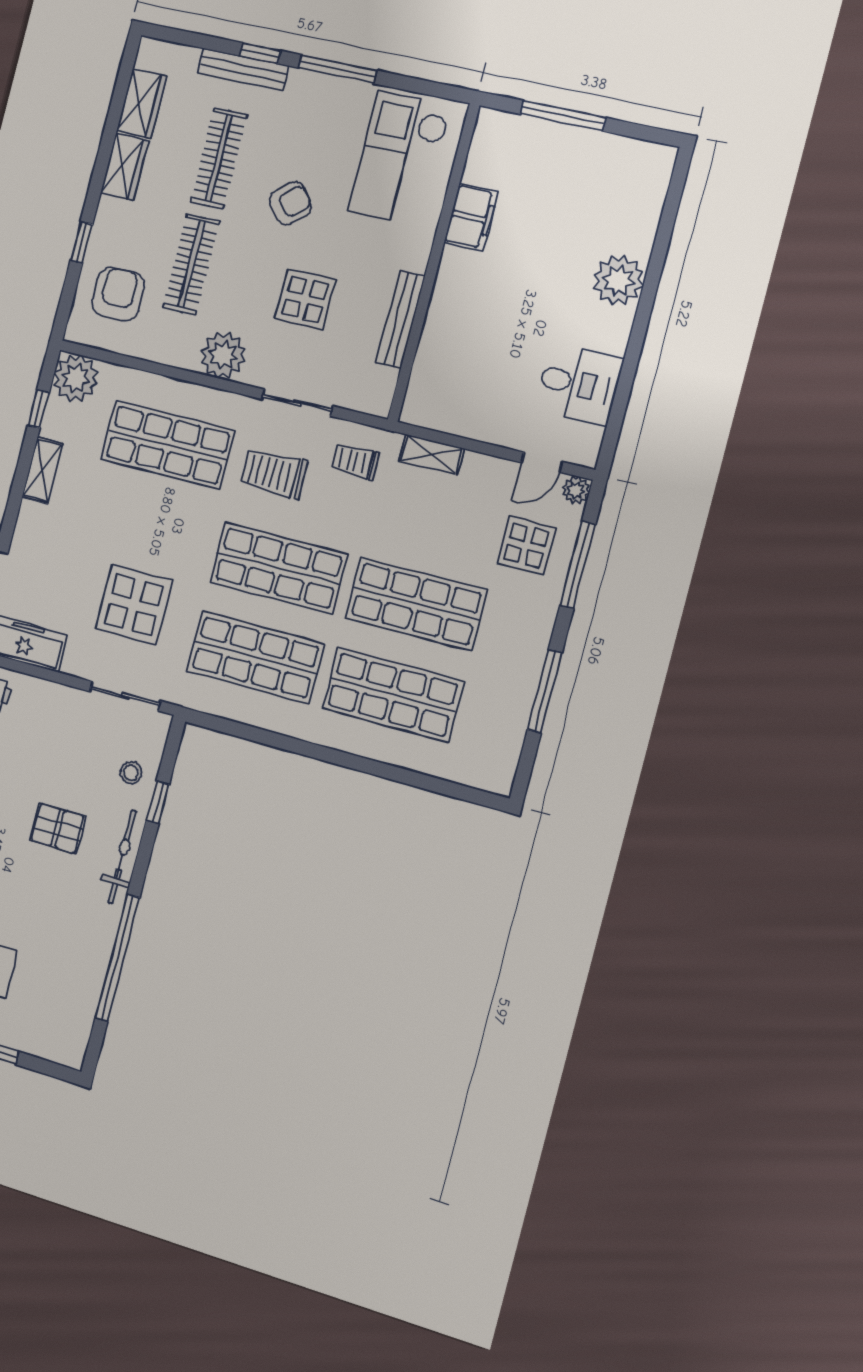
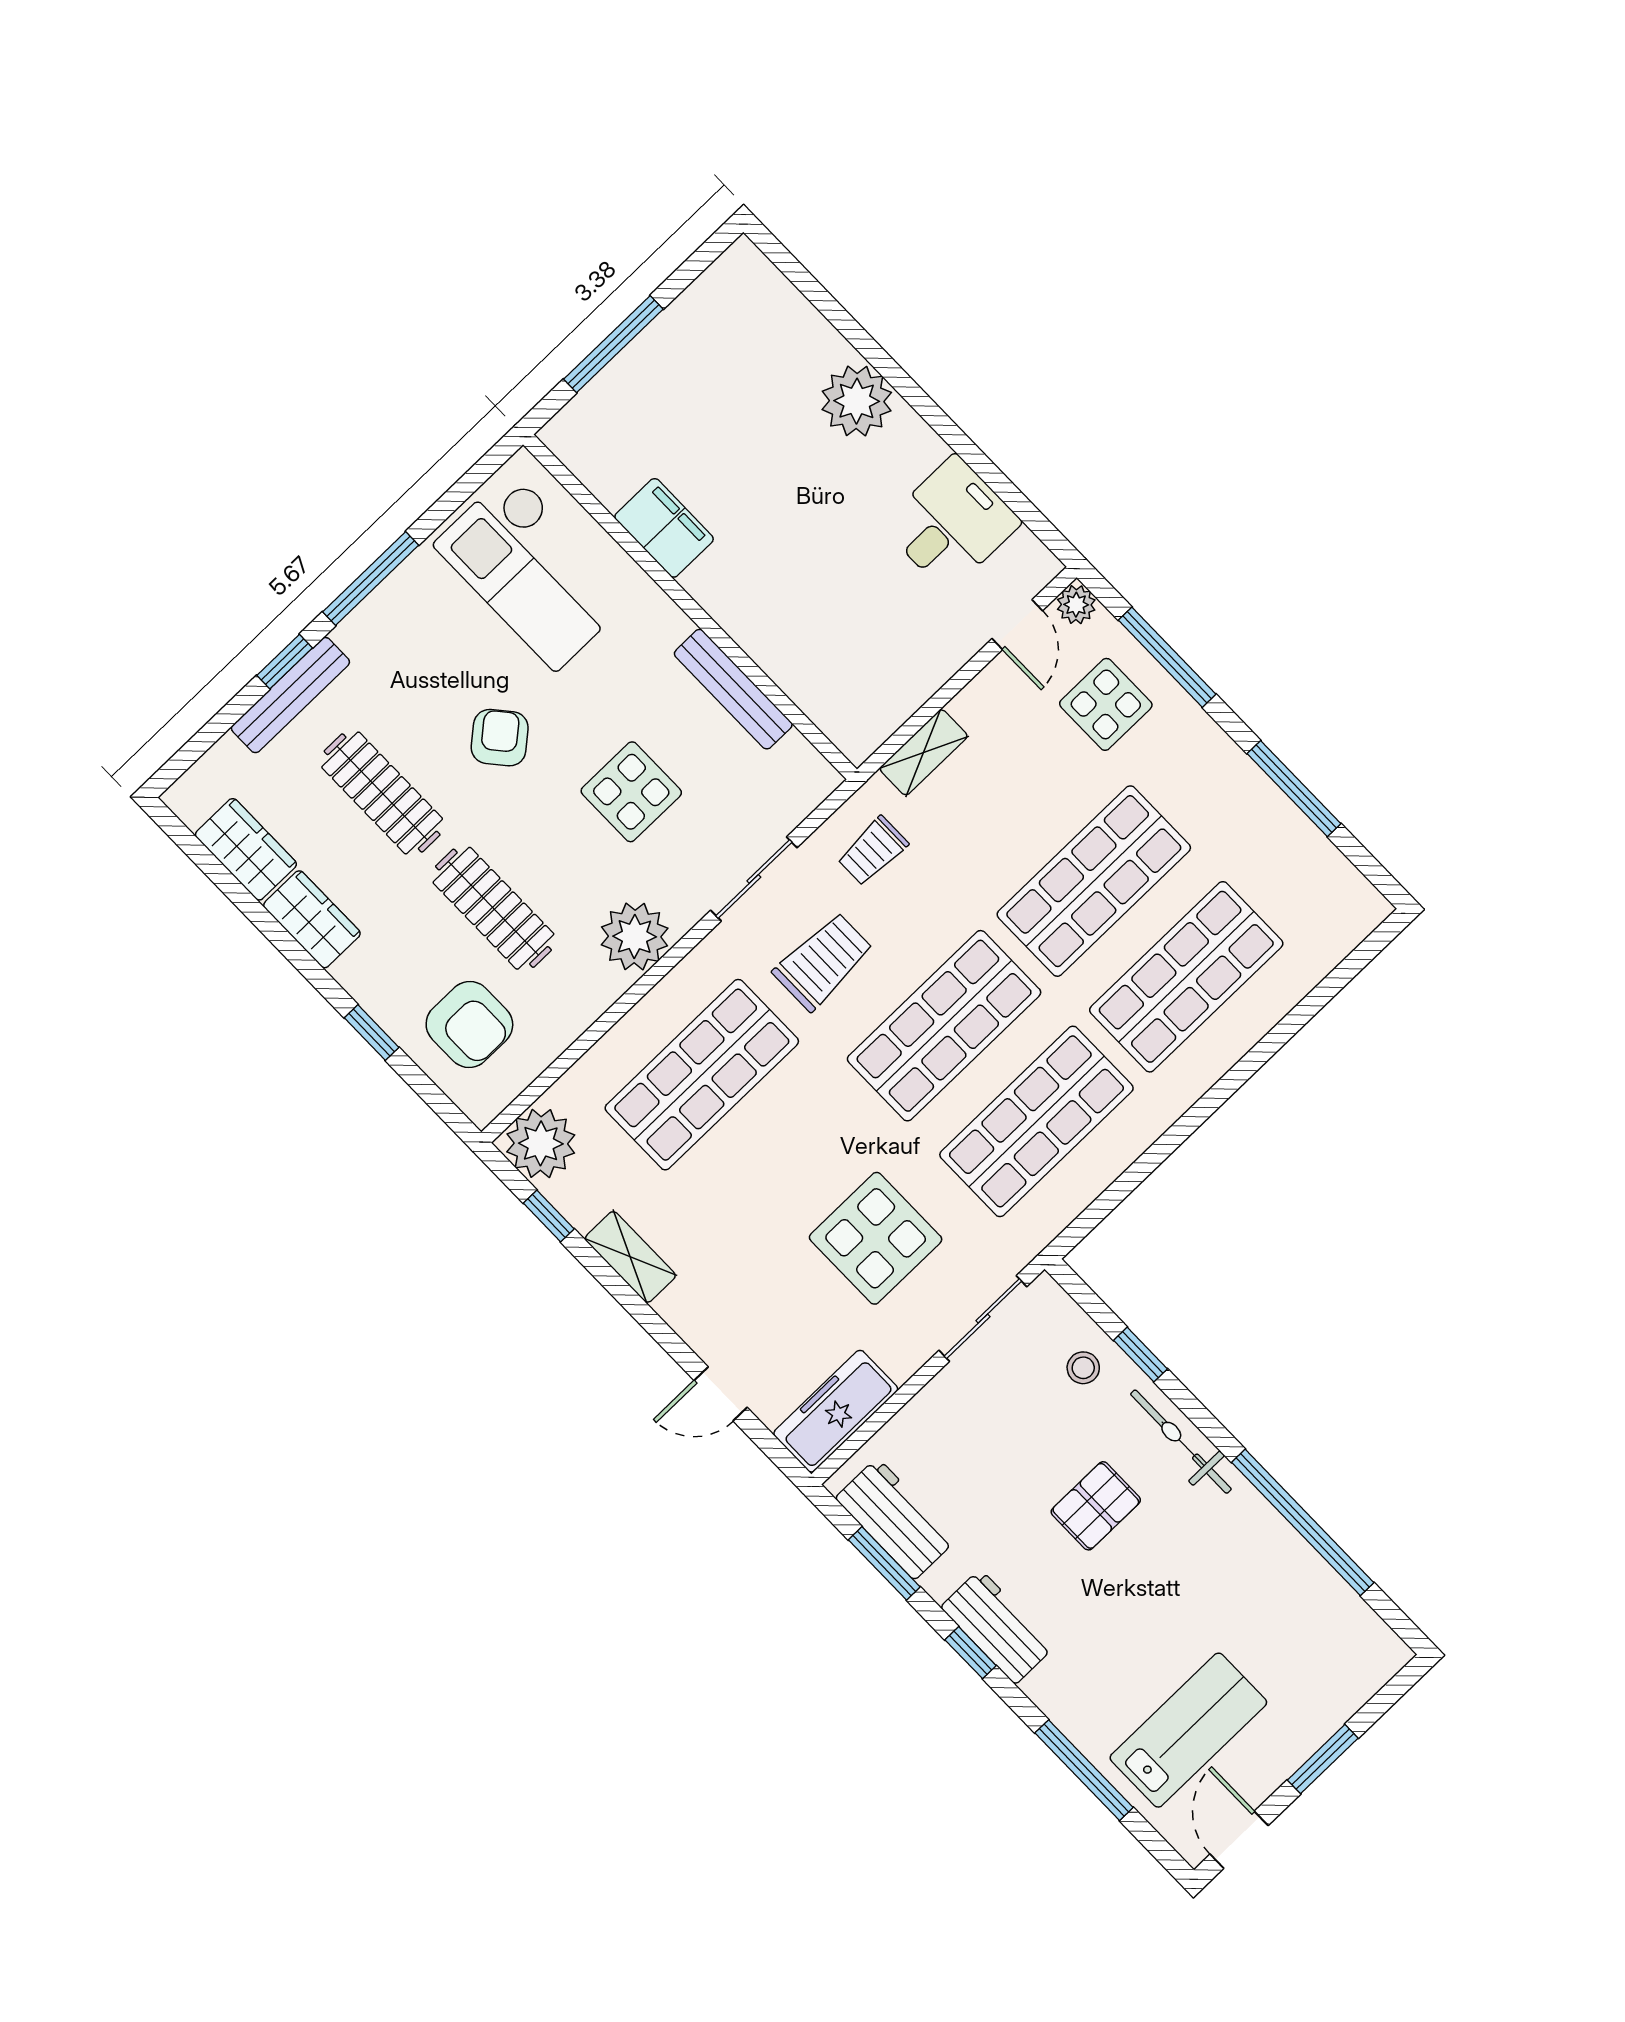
armchair: (118, 294) -> (469, 1024), turned 180
trolley: (274, 474) -> (823, 962), turned 180

